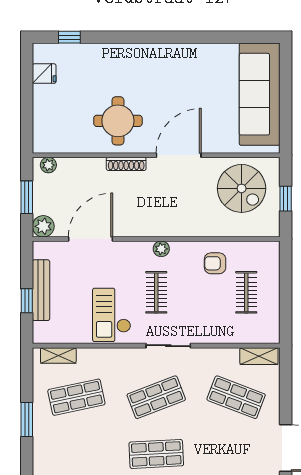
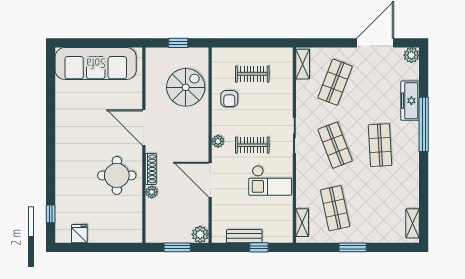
plant: (48, 165) -> (152, 192), moved
spiral stairs: (242, 188) -> (186, 87), moved
door: (90, 239) -> (210, 180), moved
bench: (41, 290) -> (244, 236), width x0.73

